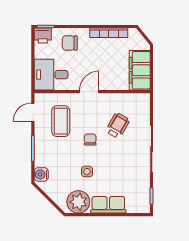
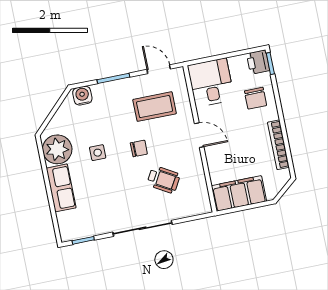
chair: (70, 43) -> (256, 98), turned 180

